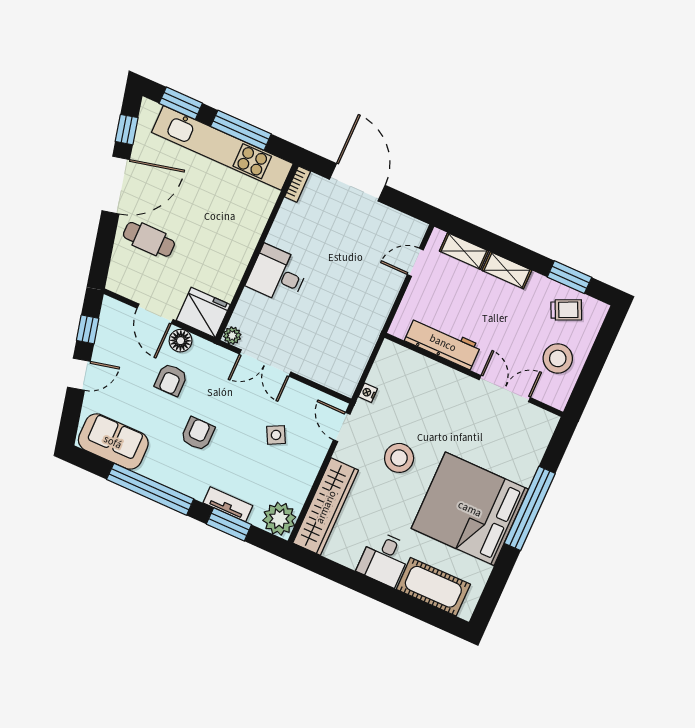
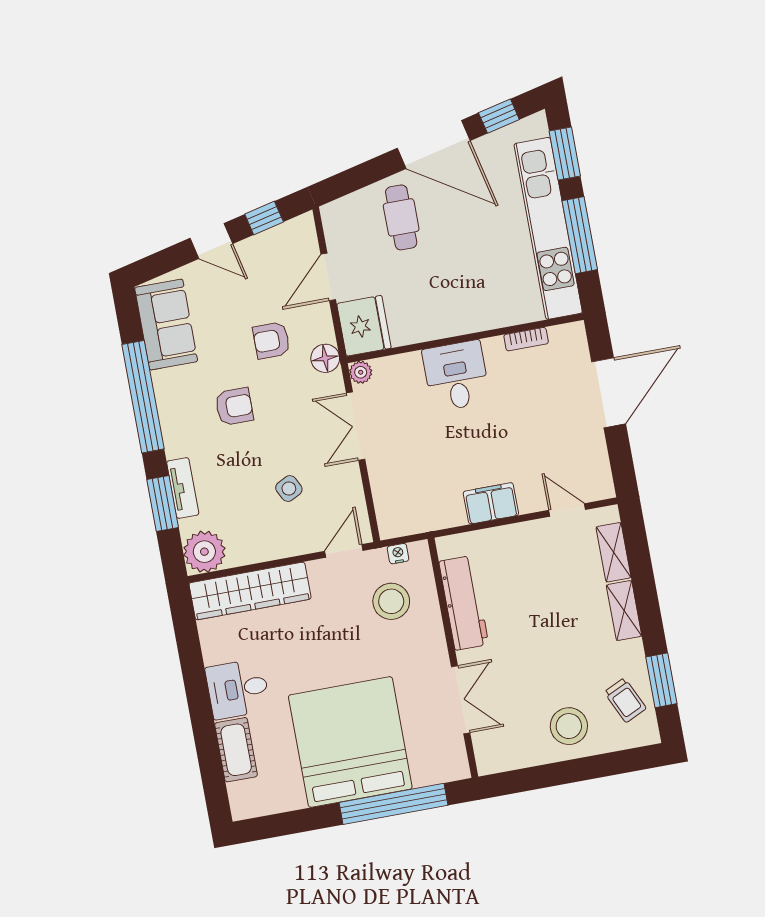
bookcase: (298, 184) -> (526, 339), moved
filing cabinet: (377, 309) -> (491, 503), added
floor lamp: (181, 341) -> (325, 358), moved
workbench: (443, 343) -> (464, 603), moved
wall: (474, 375) -> (453, 658), moved
double door: (505, 389) -> (461, 700), moved
stool: (399, 458) -> (391, 601), moved
cot: (433, 587) -> (236, 750), width x0.73, depth x0.75

